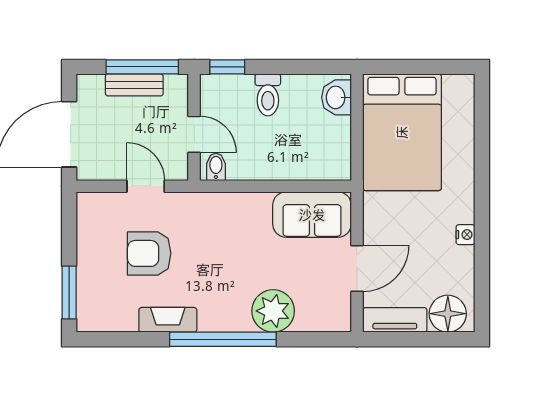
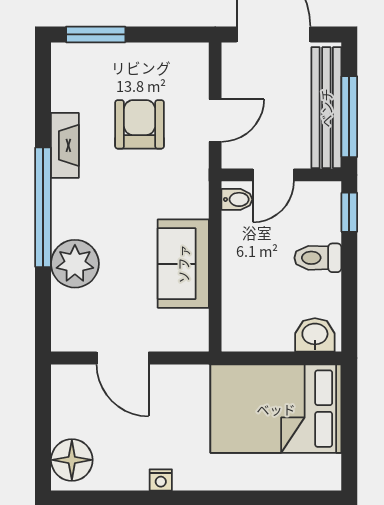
bench: (134, 85) -> (326, 108), width x1.86, depth x1.21
sofa: (312, 215) -> (183, 264), moved
tv unit: (395, 320) -> (65, 400), removed

